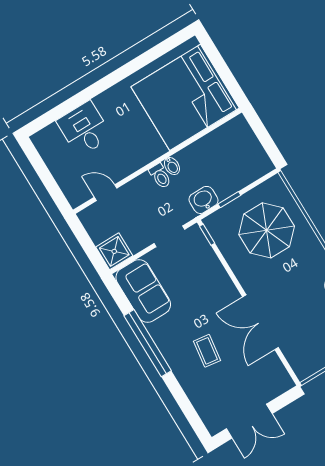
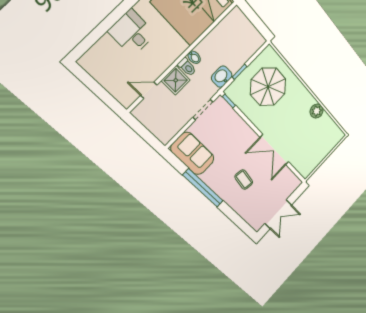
desk: (84, 129) -> (132, 33), moved
shower: (114, 251) -> (176, 80), moved

